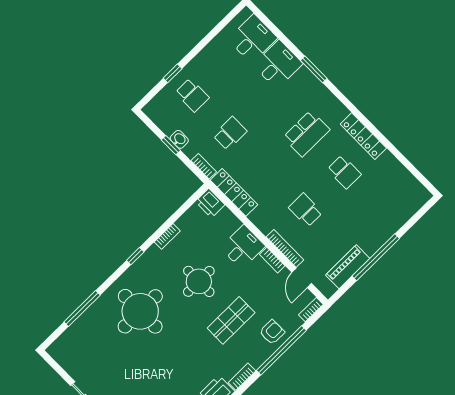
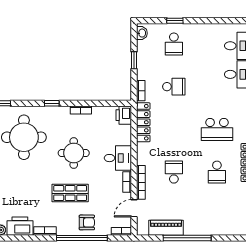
washbasin: (179, 139) -> (142, 33), moved

